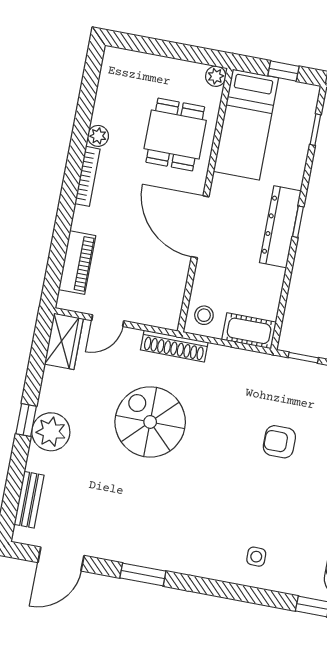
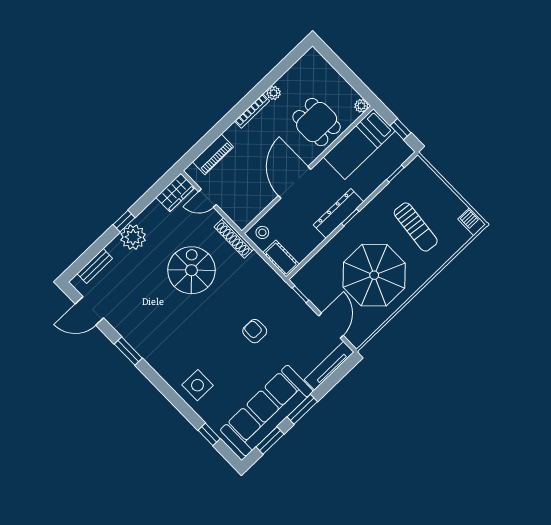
dining table: (175, 134) -> (317, 122), turned 90
side table: (256, 557) -> (198, 385), width x1.87, depth x1.87

